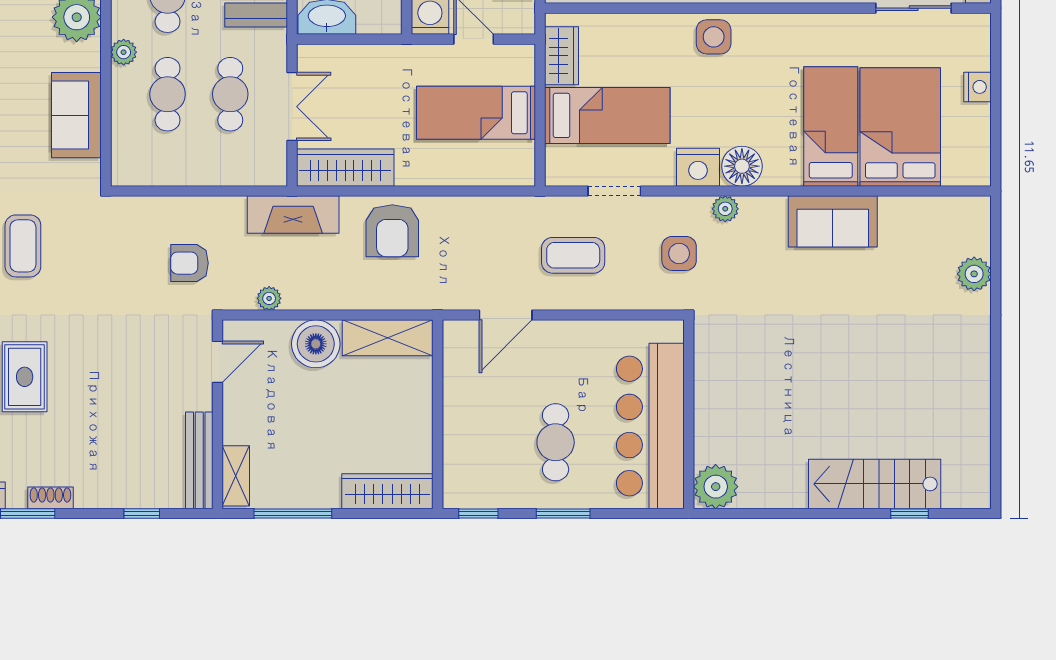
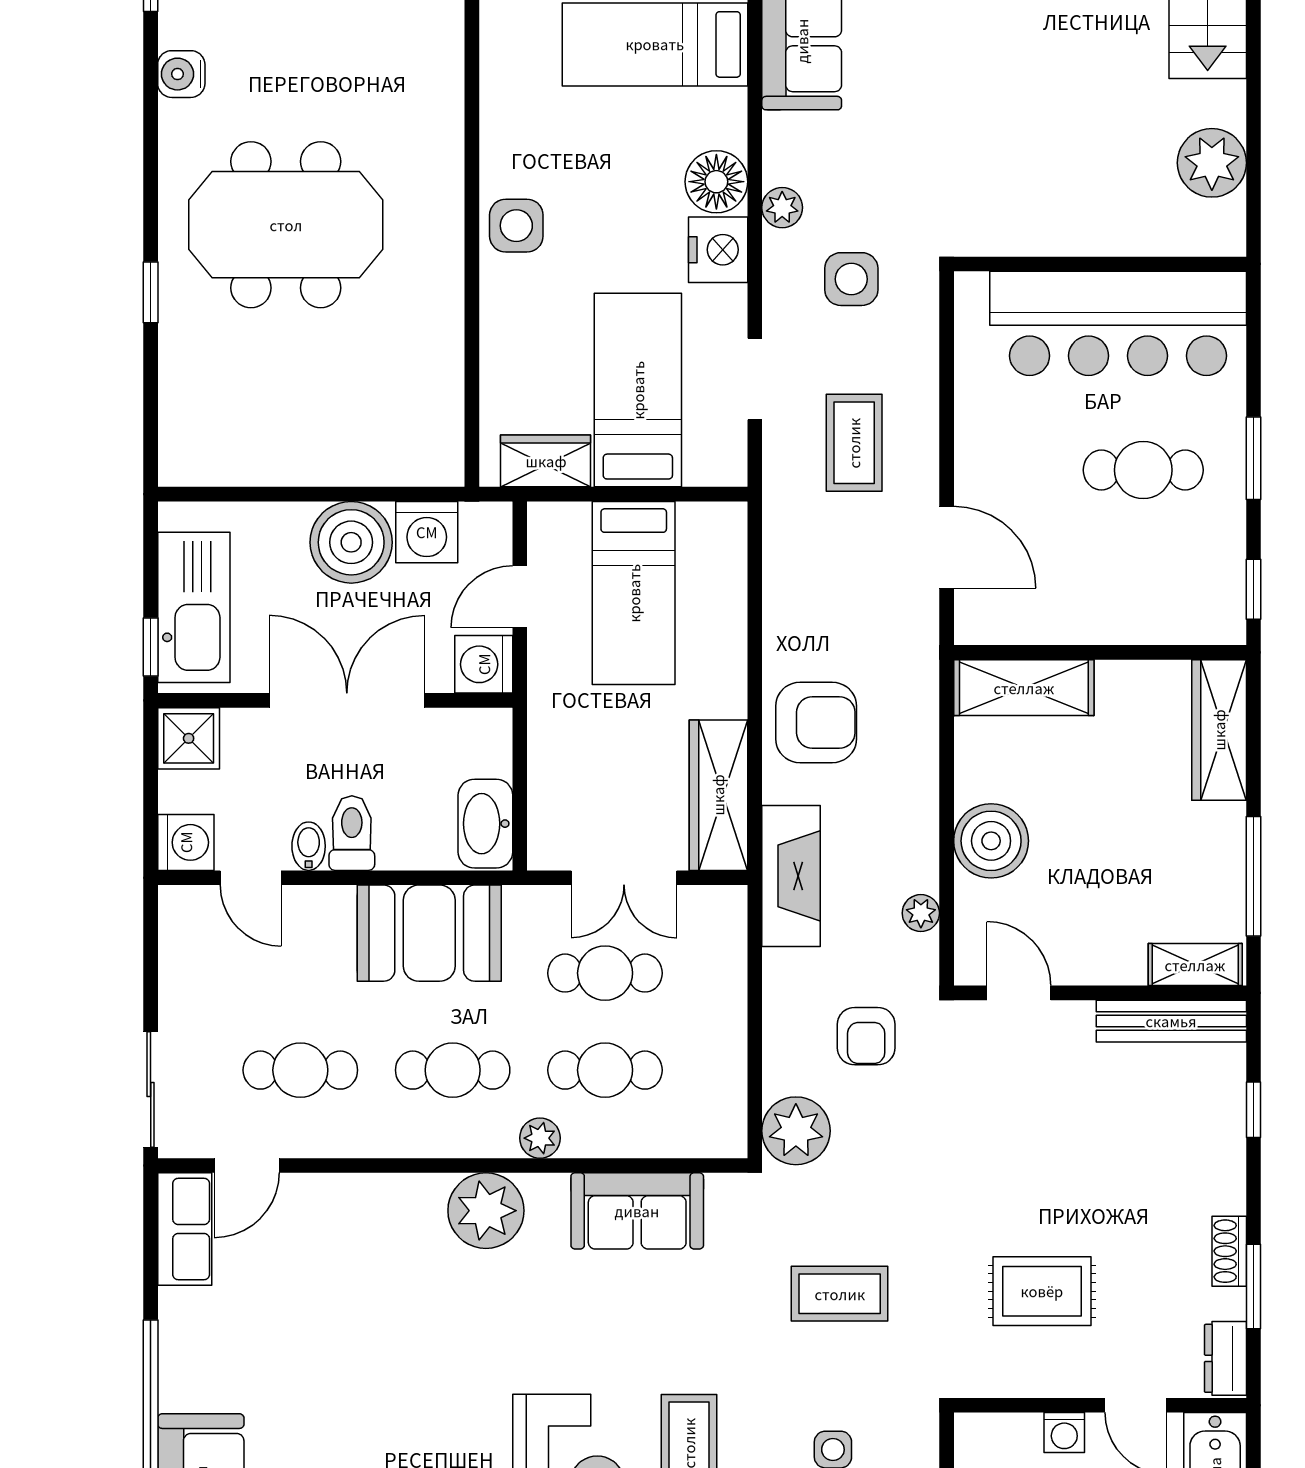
double door: (292, 107) -> (624, 878), swing flipped
plant: (128, 218) -> (796, 1131), added
shelving: (388, 338) -> (1024, 688), moved, turned 90
plant: (716, 487) -> (1212, 163), moved

